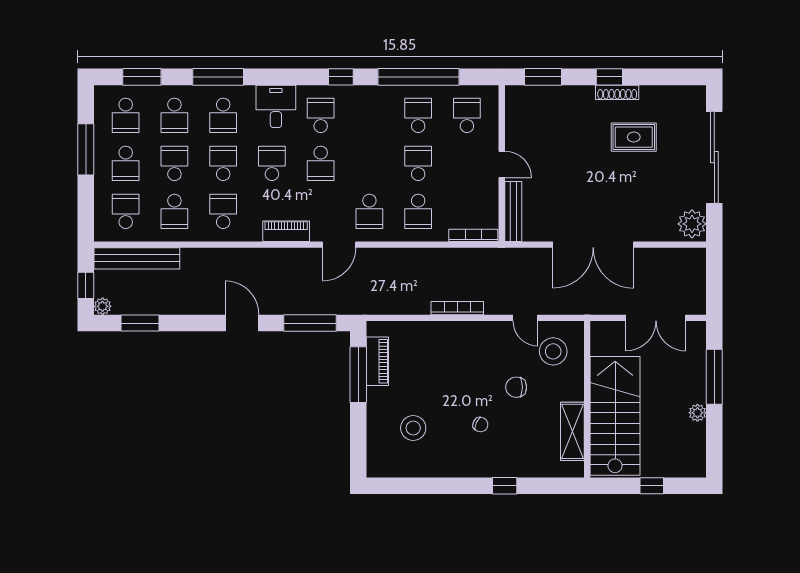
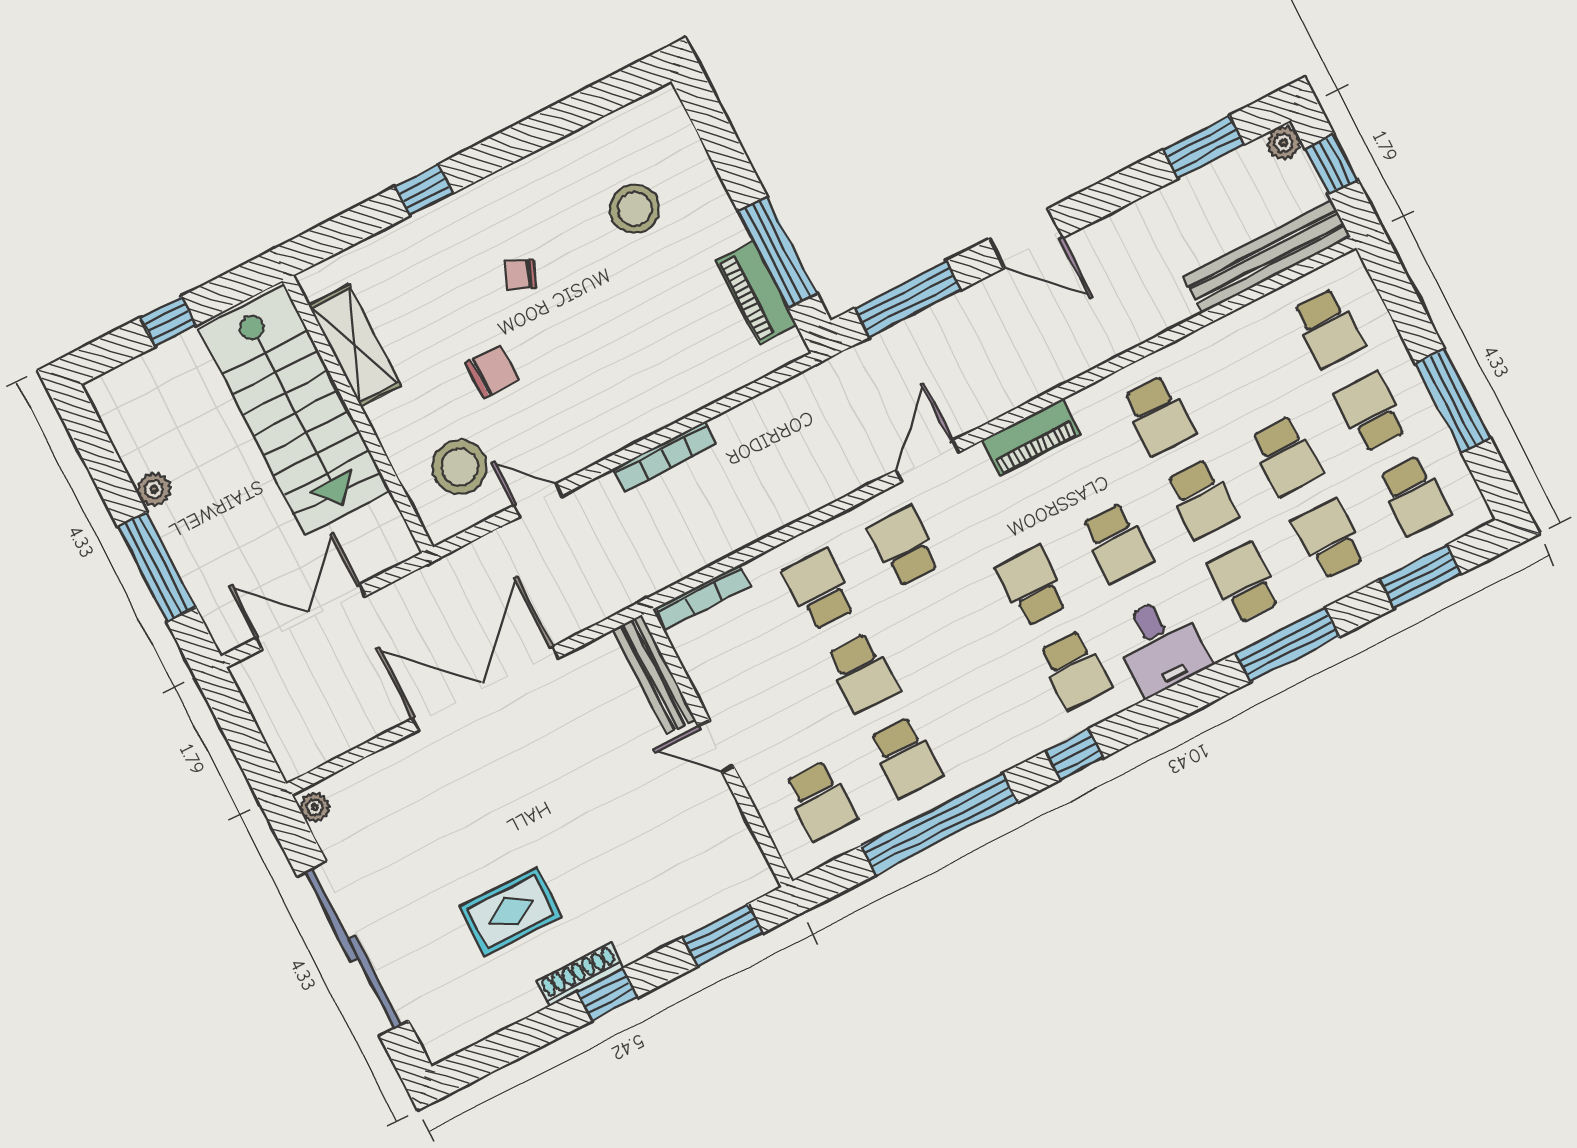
school desk: (126, 115) -> (1414, 496), turned 180
school desk: (174, 211) -> (1243, 372), removed
plant: (692, 224) -> (315, 807), width x0.53, depth x0.53

